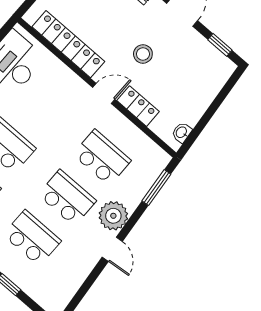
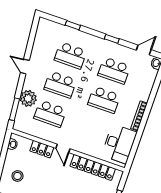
stool: (143, 54) -> (17, 176), moved
door: (104, 93) -> (63, 148), hinge flipped
plant: (113, 216) -> (28, 98), moved

